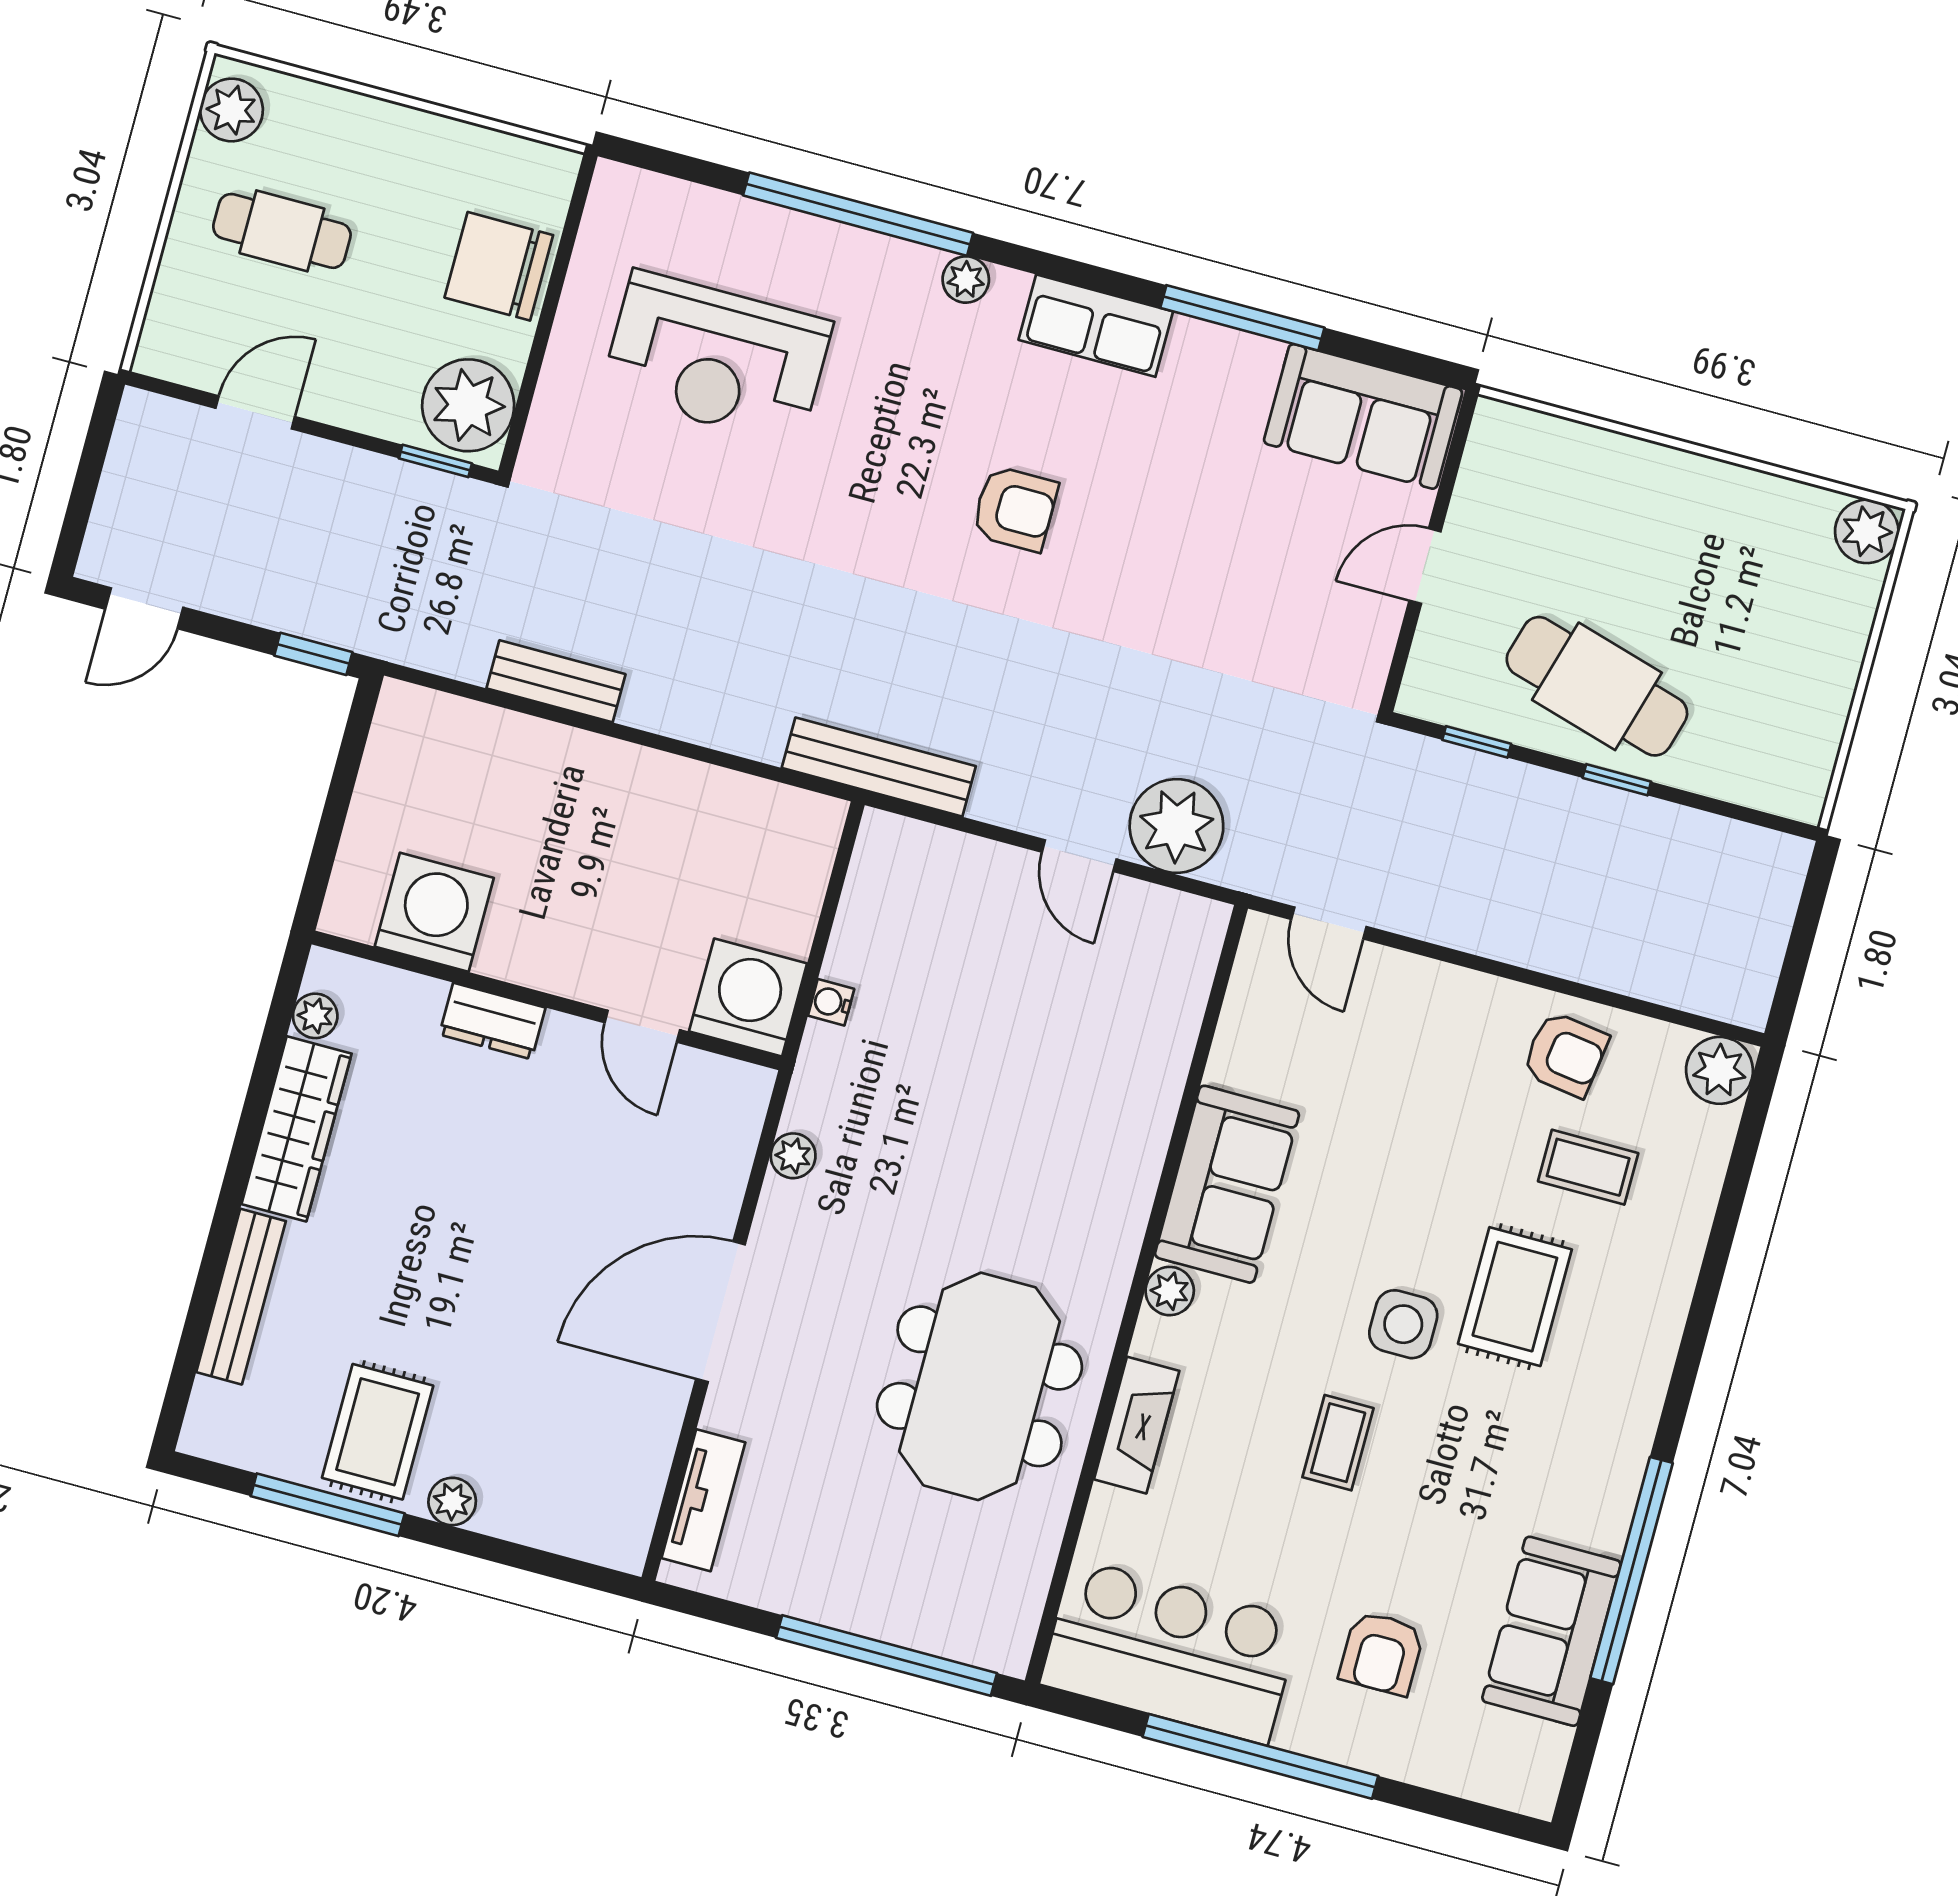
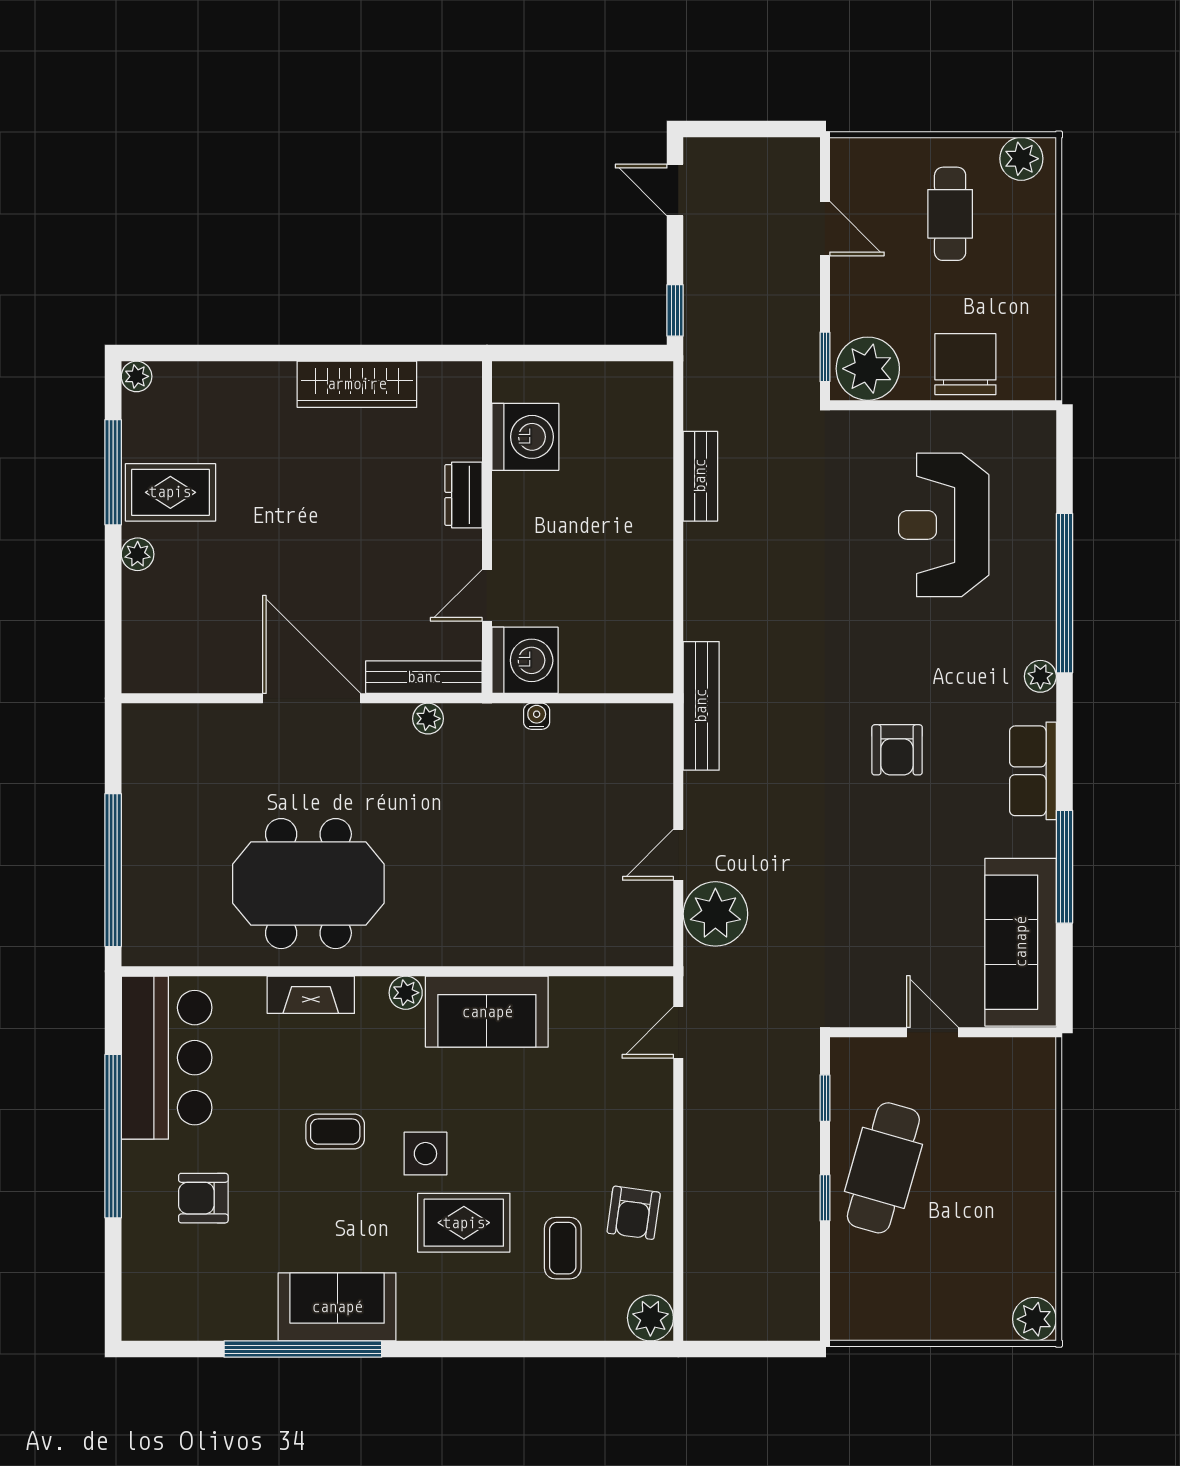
sofa: (1363, 416) -> (1021, 942), width x1.36
plant: (315, 1016) -> (137, 376), moved
bench: (241, 1297) -> (424, 677), moved
tv unit: (703, 1500) -> (183, 721), removed
sofa: (1551, 1631) -> (337, 1307), moved

